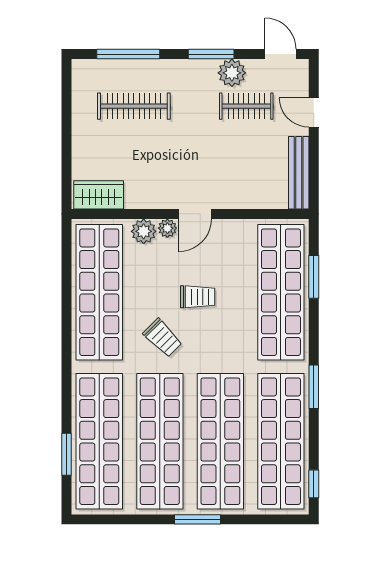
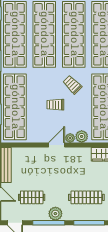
window: (211, 54) -> (49, 223), width x1.44
plant: (232, 73) -> (55, 214), moved

